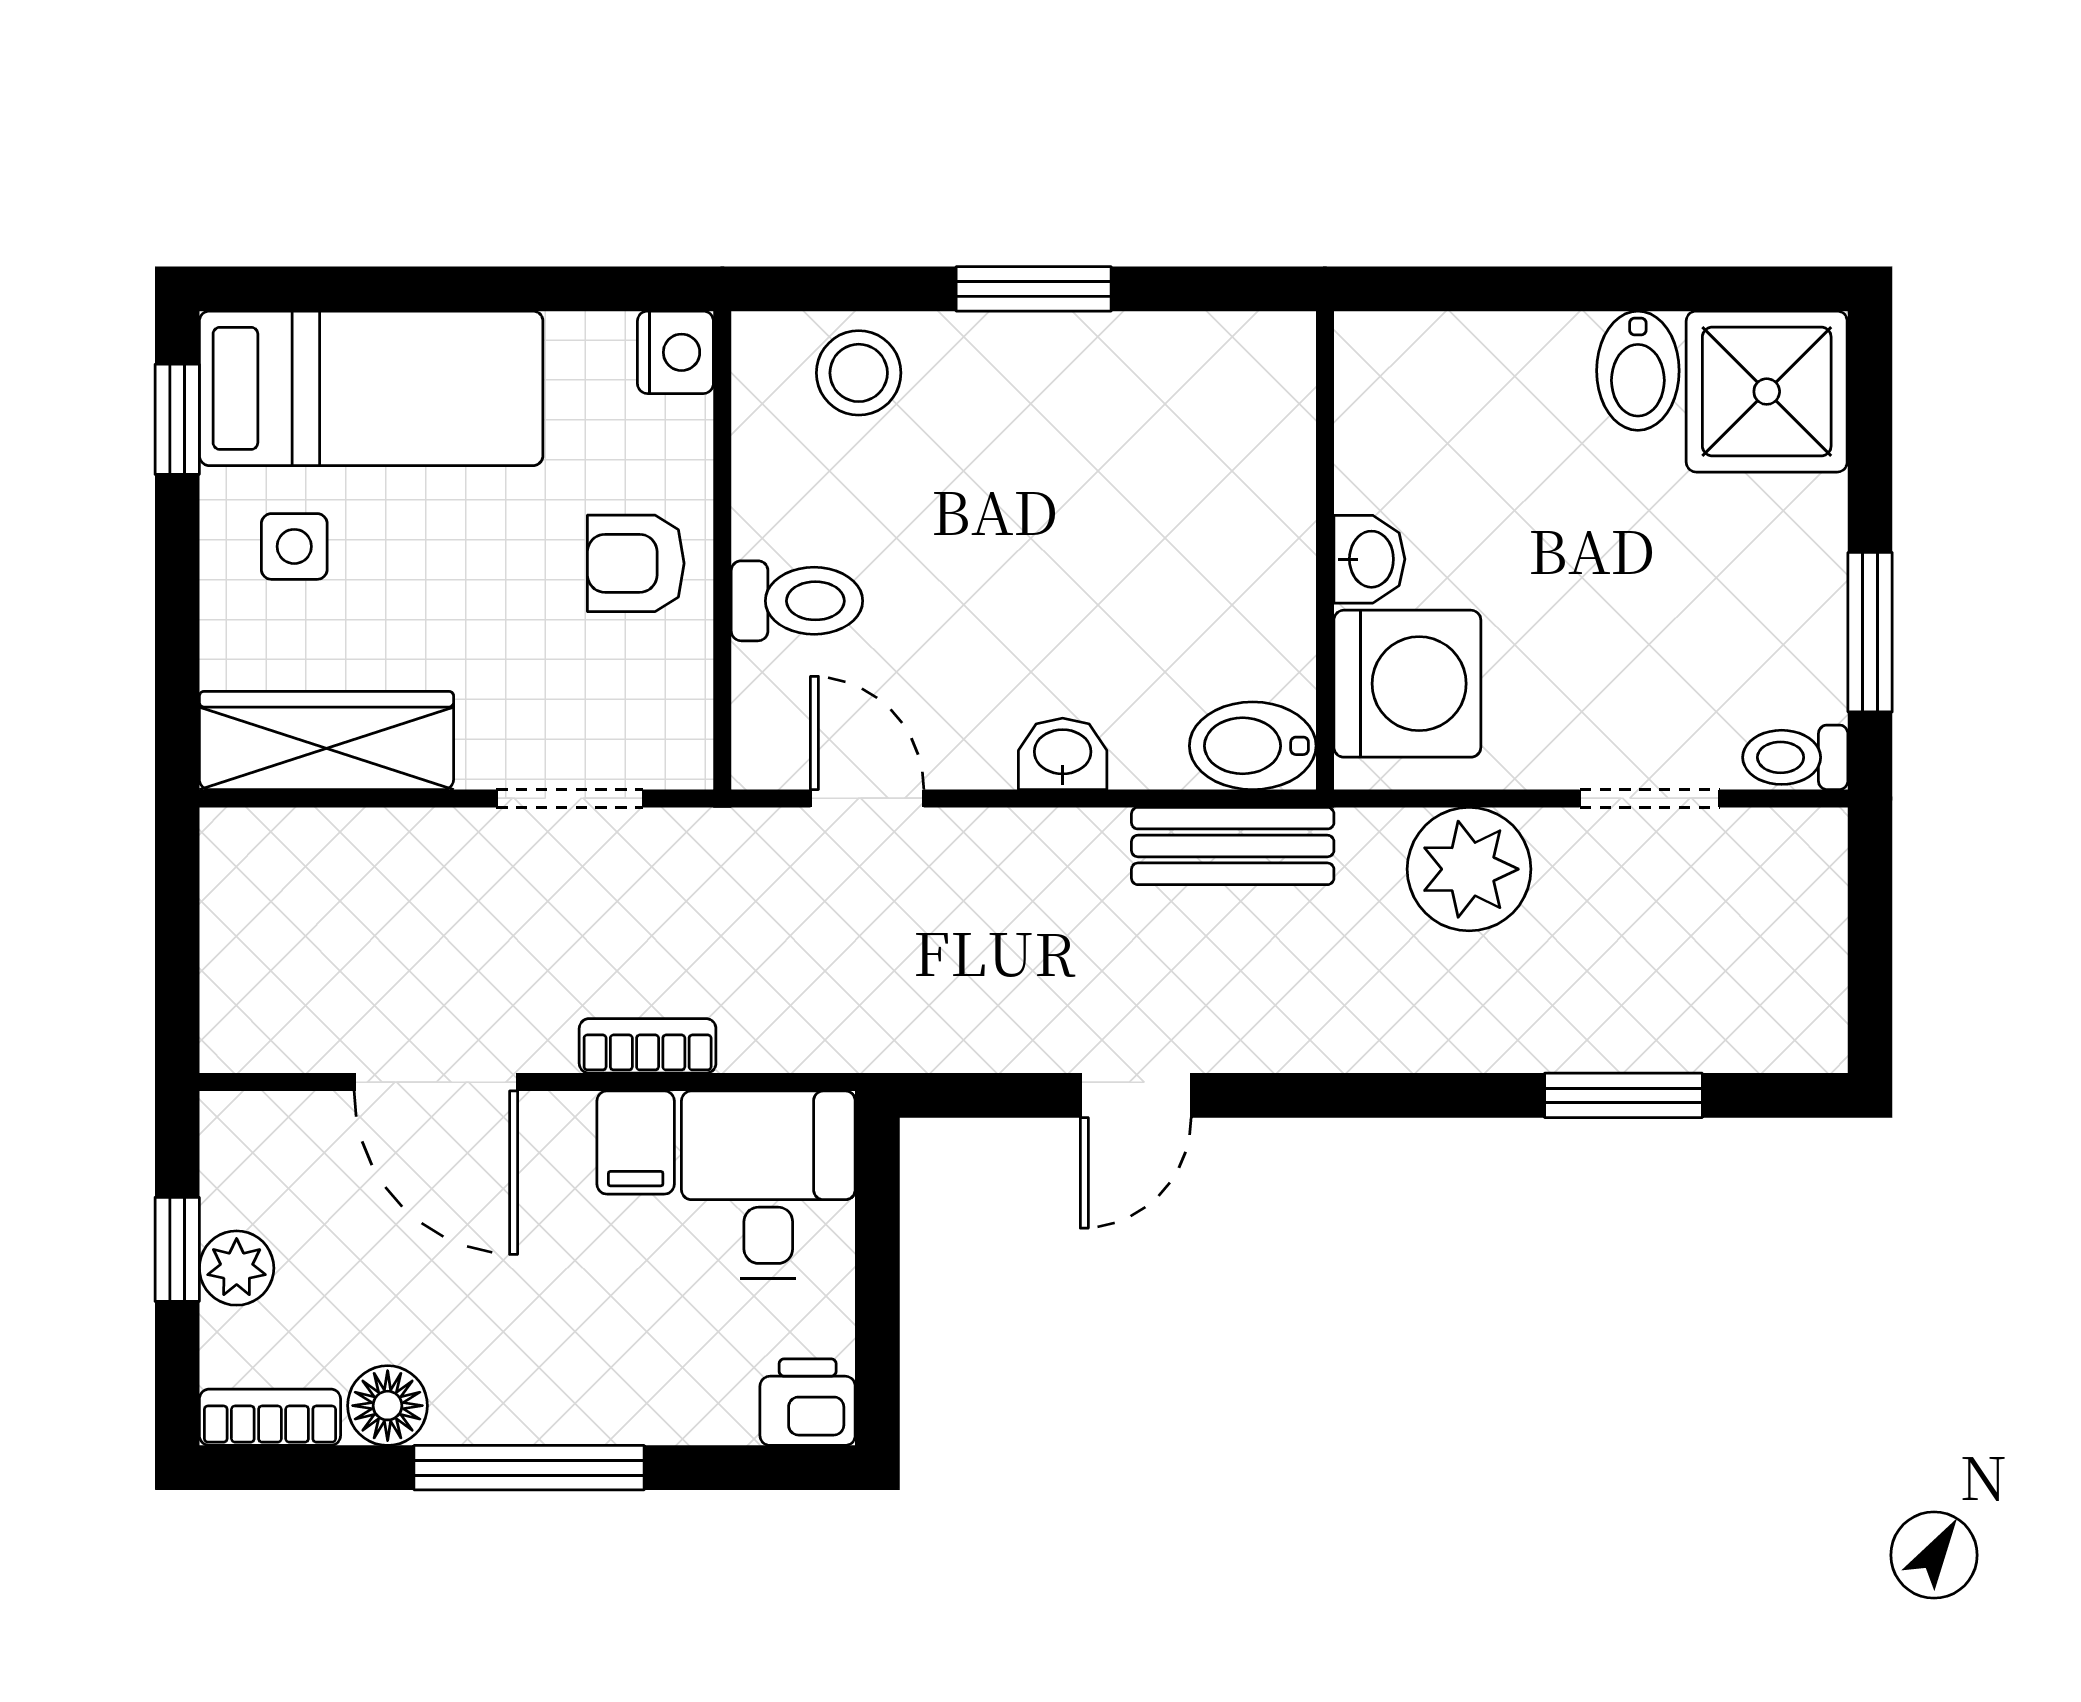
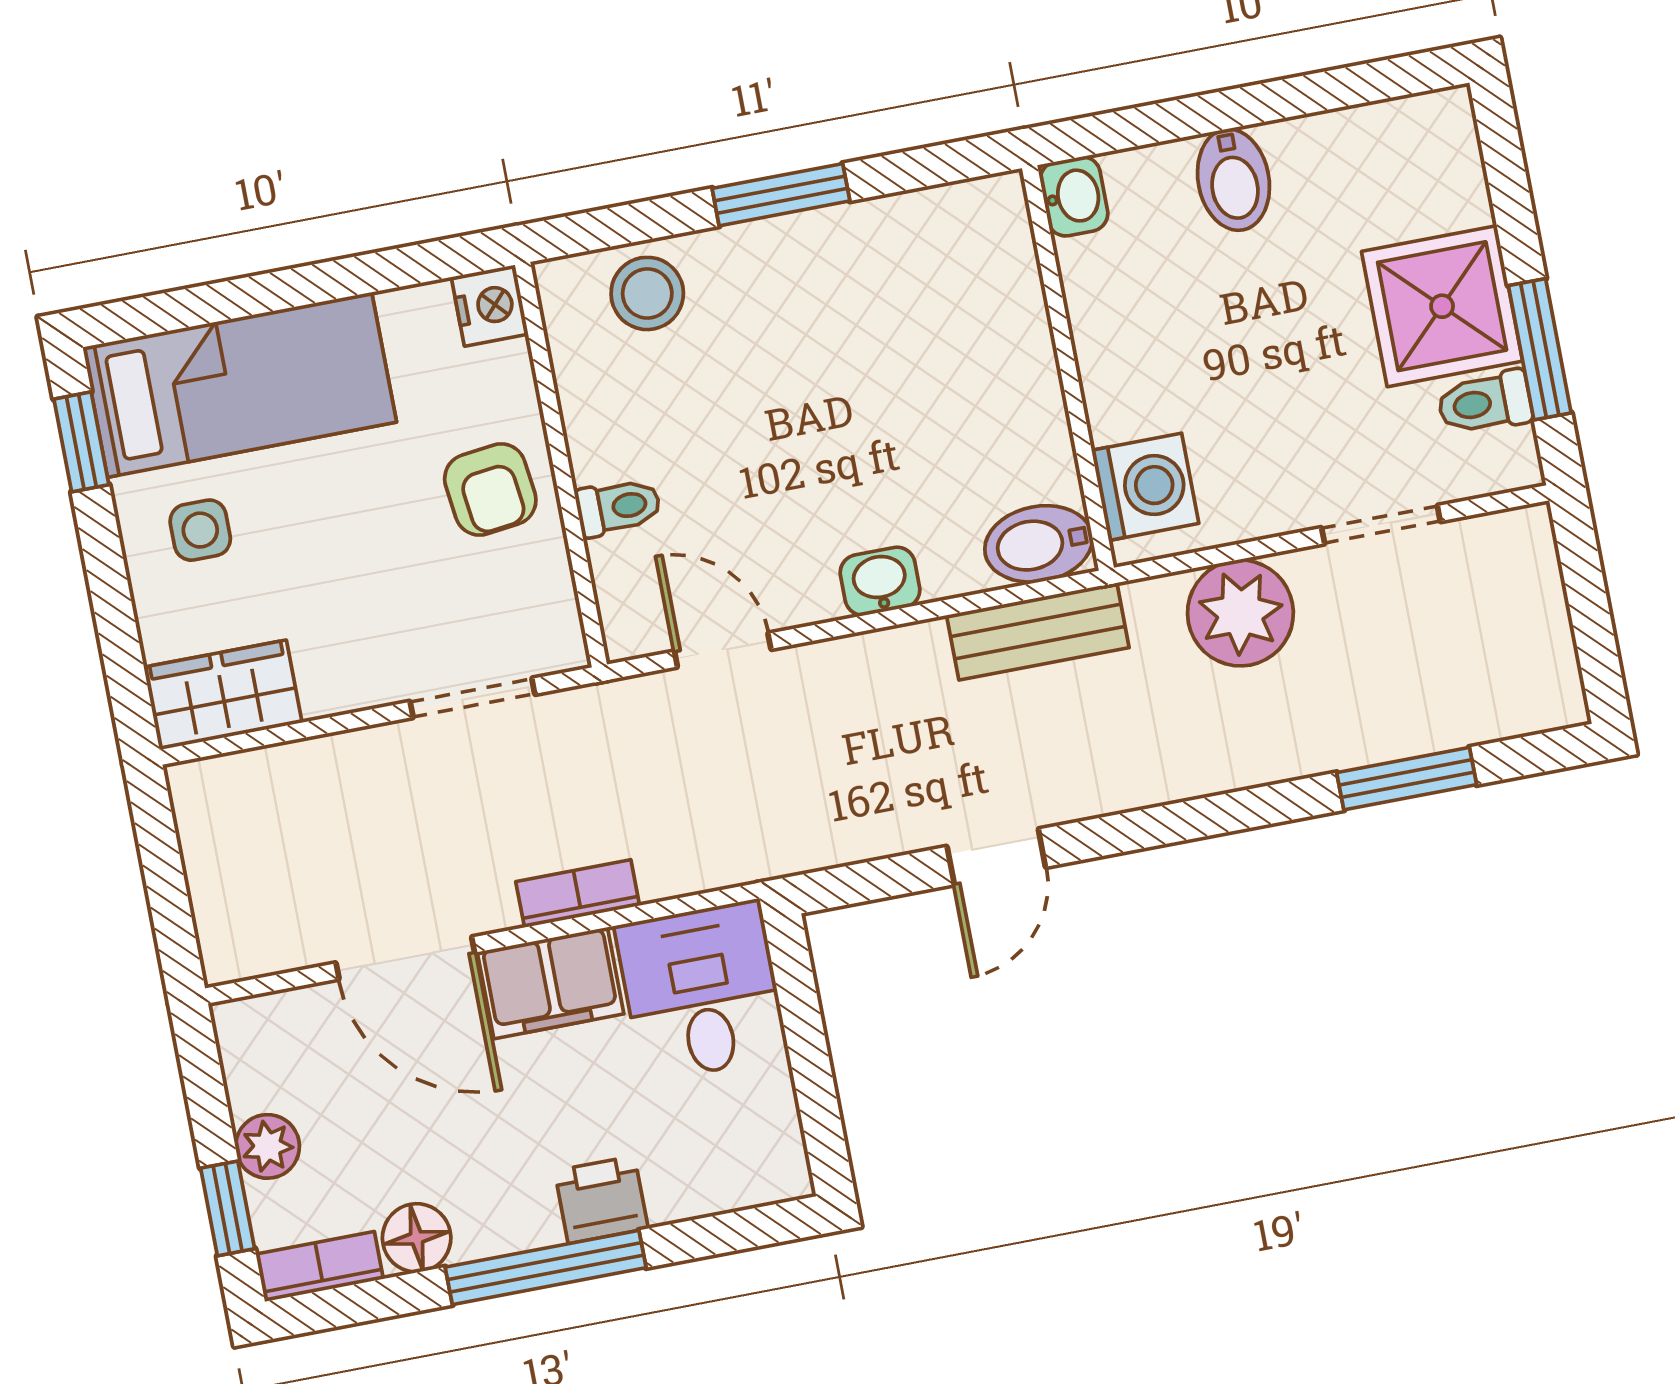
bidet: (1638, 371) -> (1233, 180), moved
shower: (1767, 392) -> (1442, 306), moved
washbasin: (1369, 559) -> (1074, 196), moved
armchair: (636, 563) -> (490, 489), turned -97
toilet: (797, 601) -> (618, 507), width x0.73, depth x0.72
washing machine: (1407, 684) -> (1145, 487), width x0.73, depth x0.73
wardrobe: (326, 740) -> (223, 695), width x0.67
toilet: (1795, 757) -> (1485, 403), moved
filing cabinet: (636, 1143) -> (551, 983), width x2.00
window: (177, 1249) -> (228, 1208), moved
printer: (808, 1402) -> (601, 1200), moved

